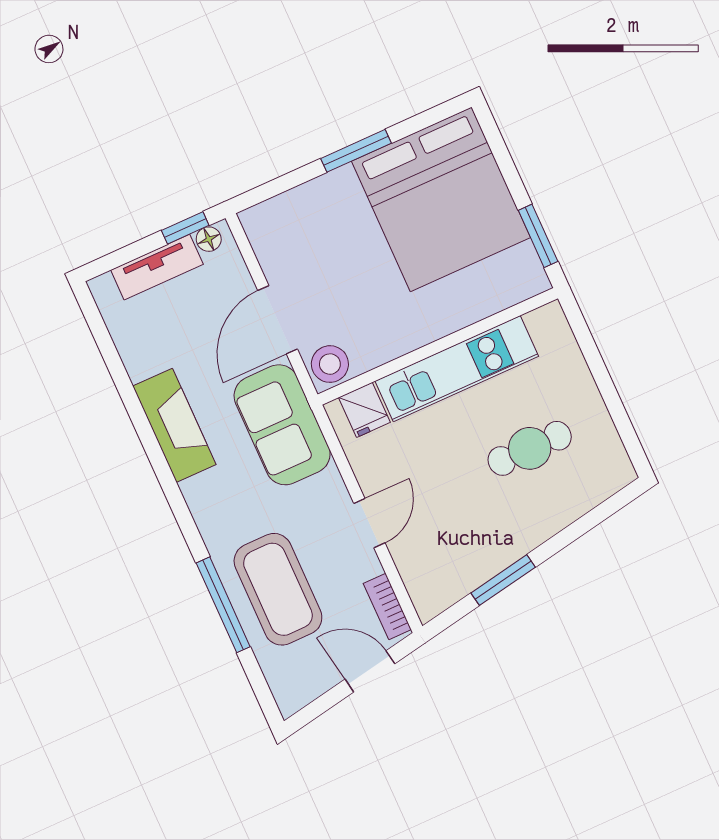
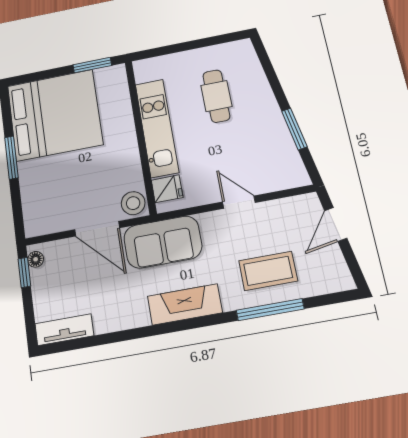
tv unit: (157, 267) -> (64, 330), moved, turned -90
fireplace: (174, 425) -> (185, 304), moved
coffee table: (278, 589) -> (268, 271), width x0.73, depth x0.76
bookcase: (387, 607) -> (295, 203), removed

